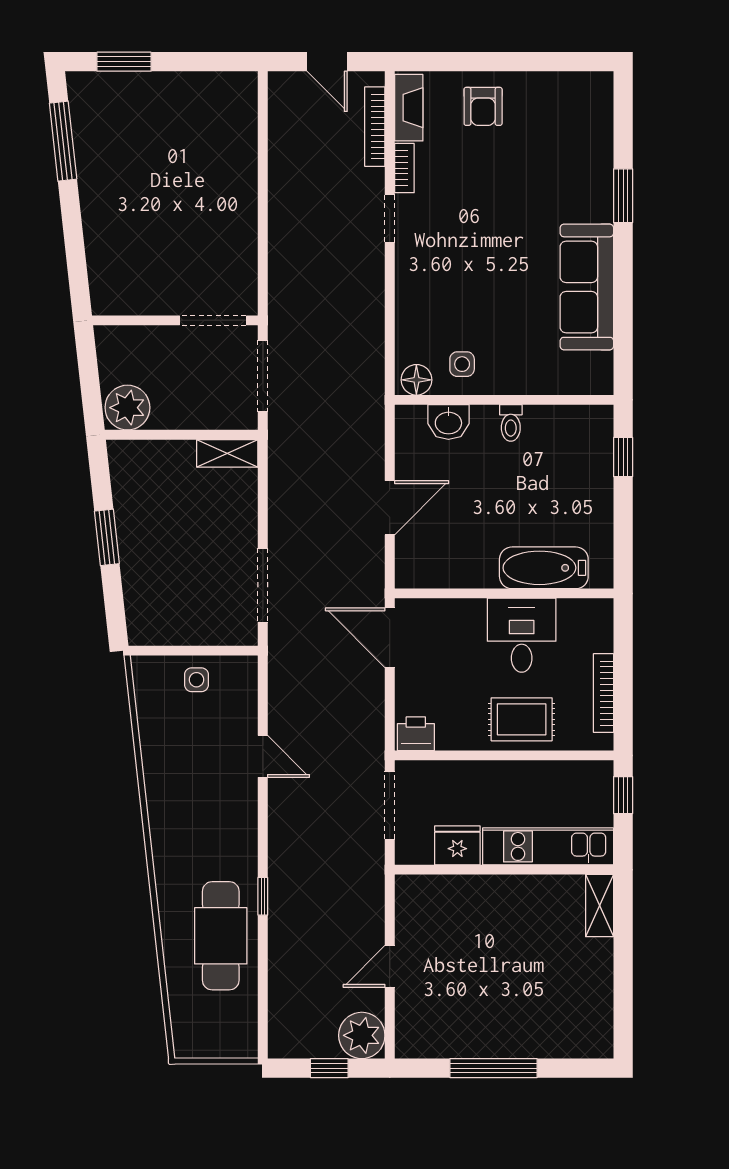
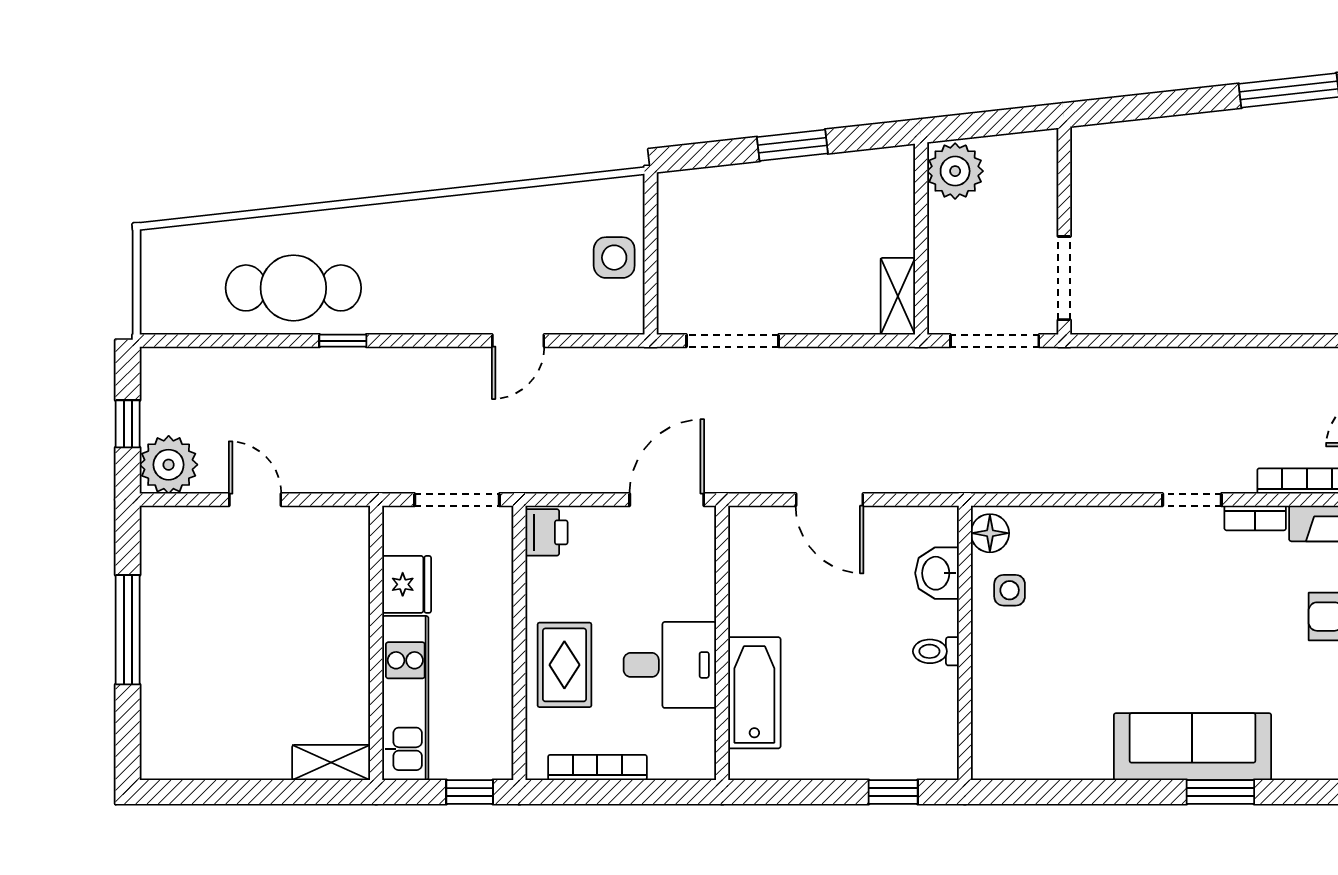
sofa: (587, 287) -> (1192, 747), moved
side table: (196, 680) -> (614, 258), width x1.37, depth x1.37

